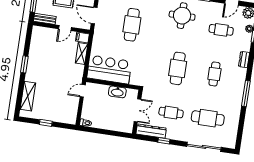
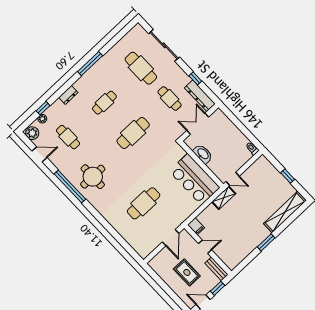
shelving: (82, 53) -> (224, 198), moved
shelving: (28, 96) -> (285, 212), width x1.47

